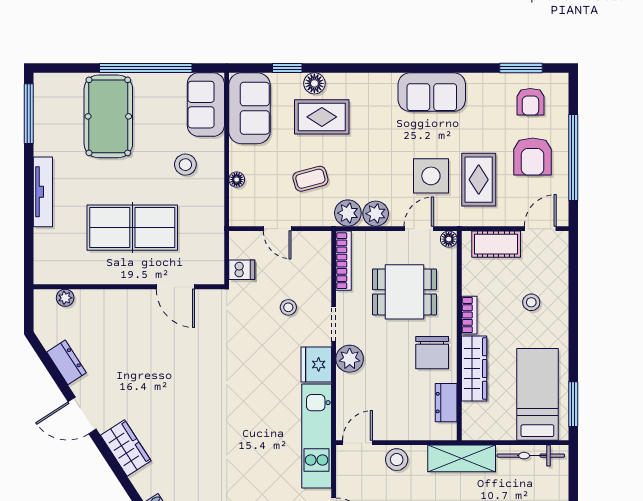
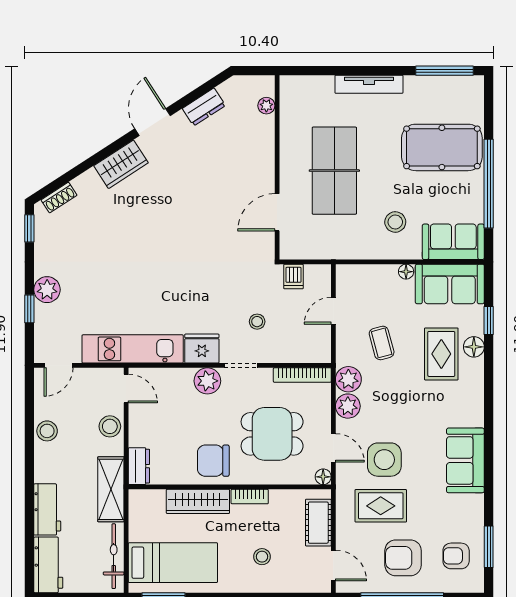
floor lamp: (237, 180) -> (406, 272), moved
dining table: (404, 292) -> (272, 434), turned 90
dresser: (446, 403) -> (139, 466), moved, turned 90

